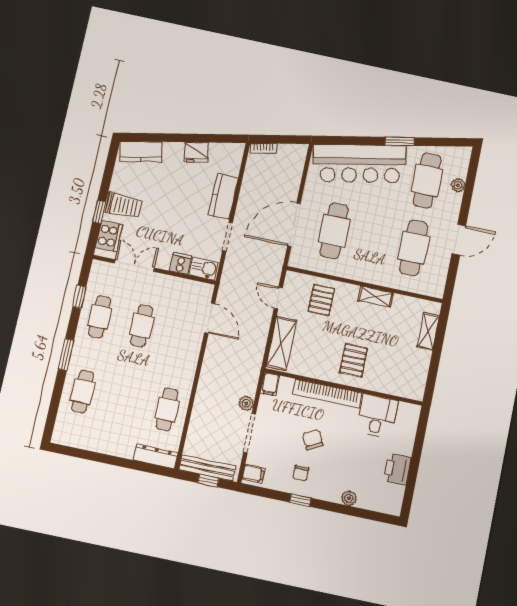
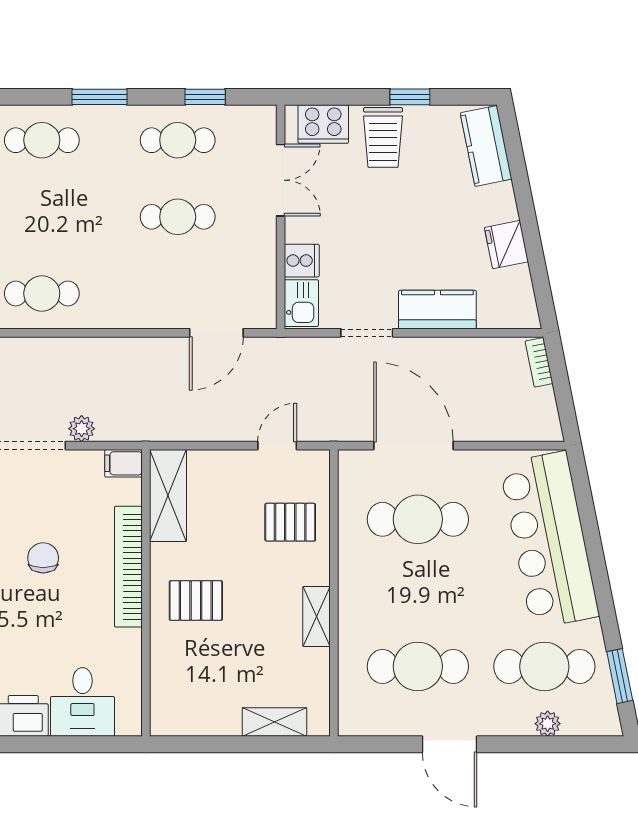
window: (400, 141) -> (620, 676), moved
window: (99, 212) -> (410, 97), moved
shelving: (281, 343) -> (168, 496), moved, turned 90
desk: (377, 416) -> (82, 702), moved, turned 90
chair: (313, 440) -> (43, 558), turned -63

